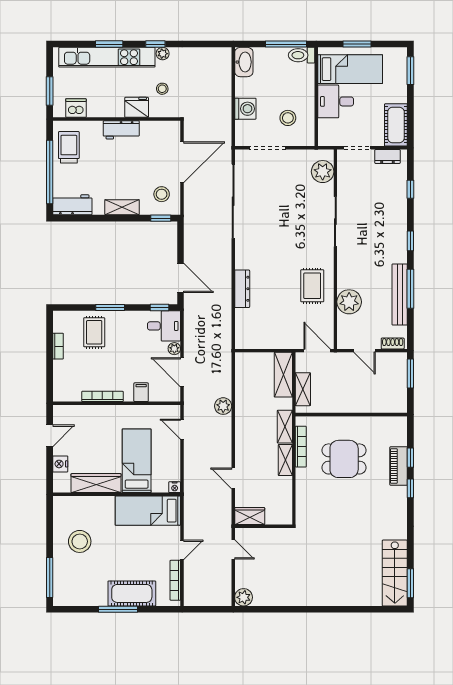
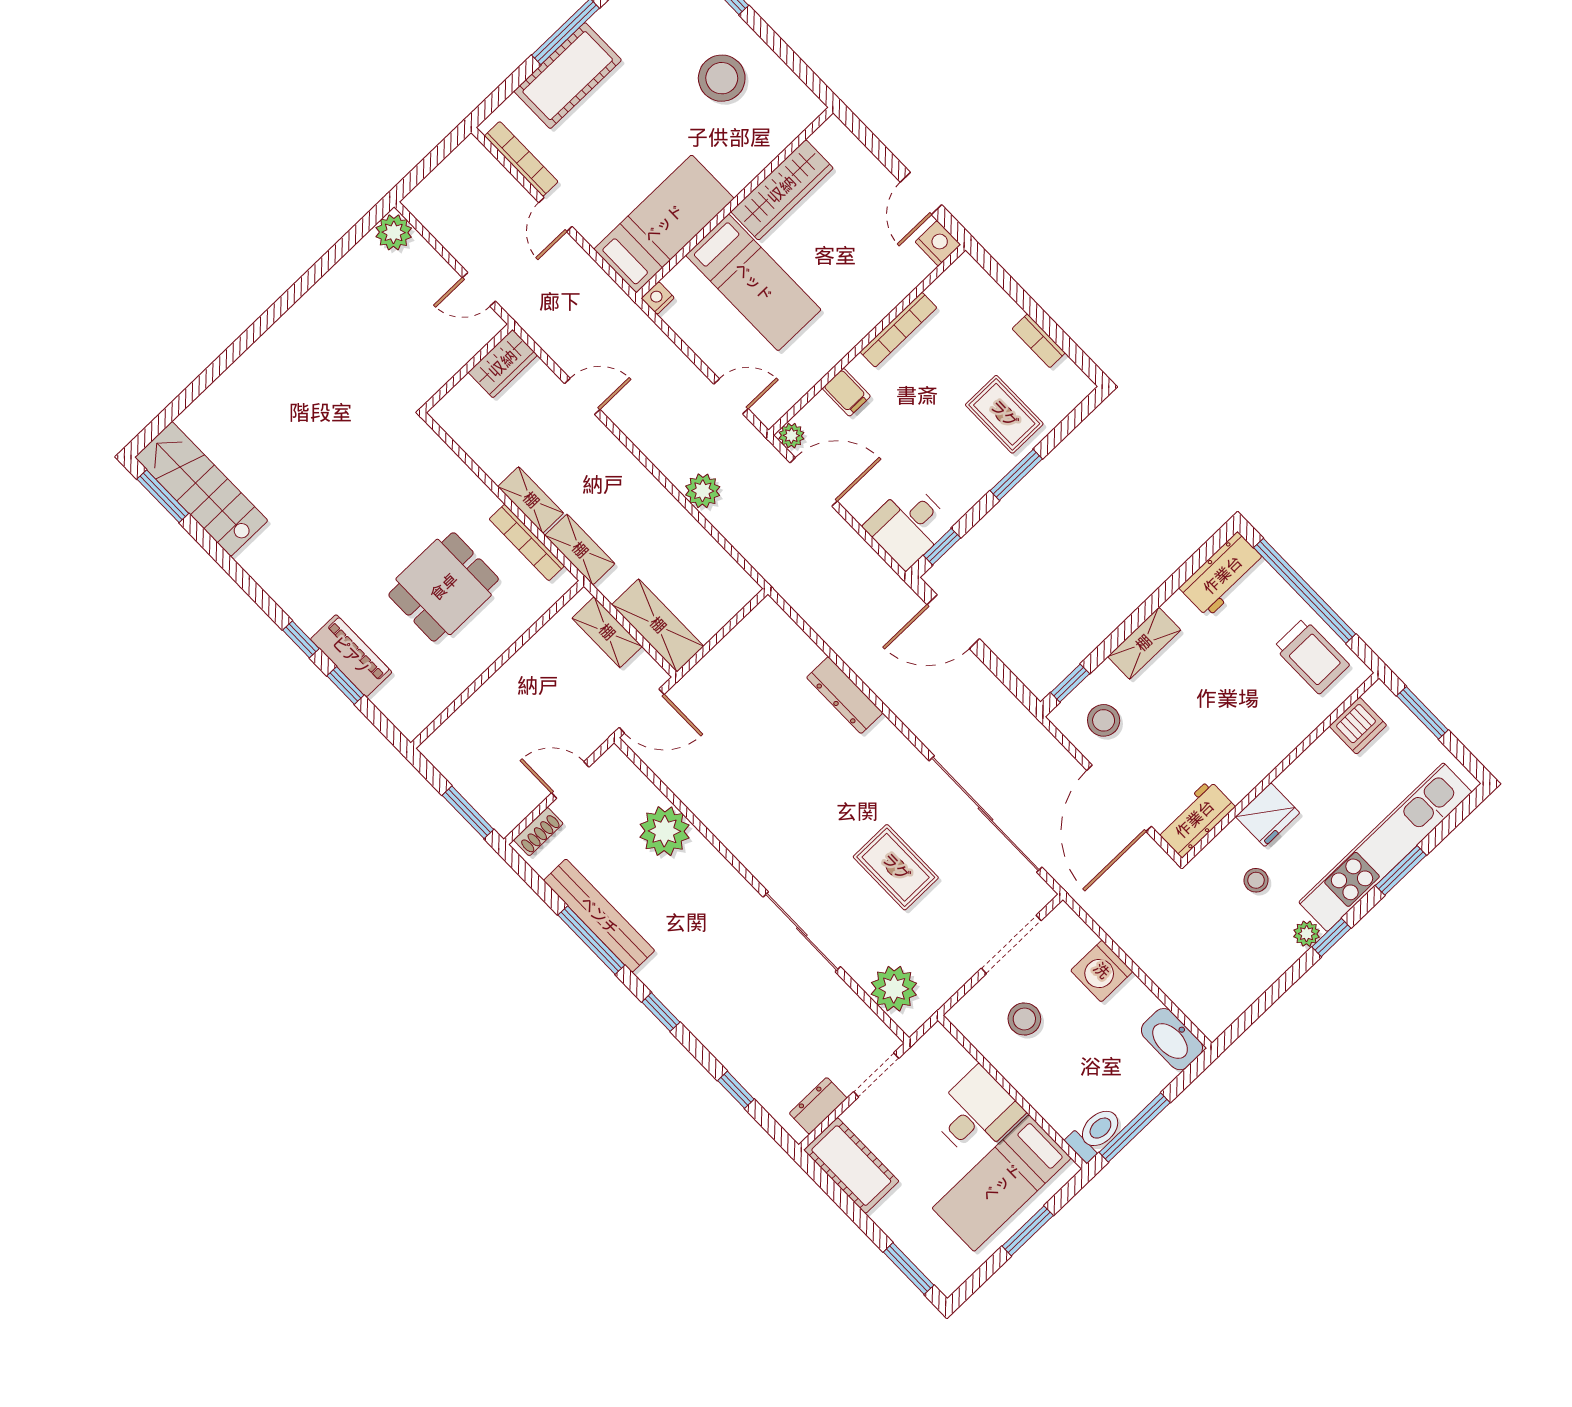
workbench: (121, 130) -> (1195, 819), moved
rug: (312, 286) -> (896, 867), moved
plant: (174, 349) -> (791, 436), moved
nightstand: (60, 464) -> (938, 243), moved

